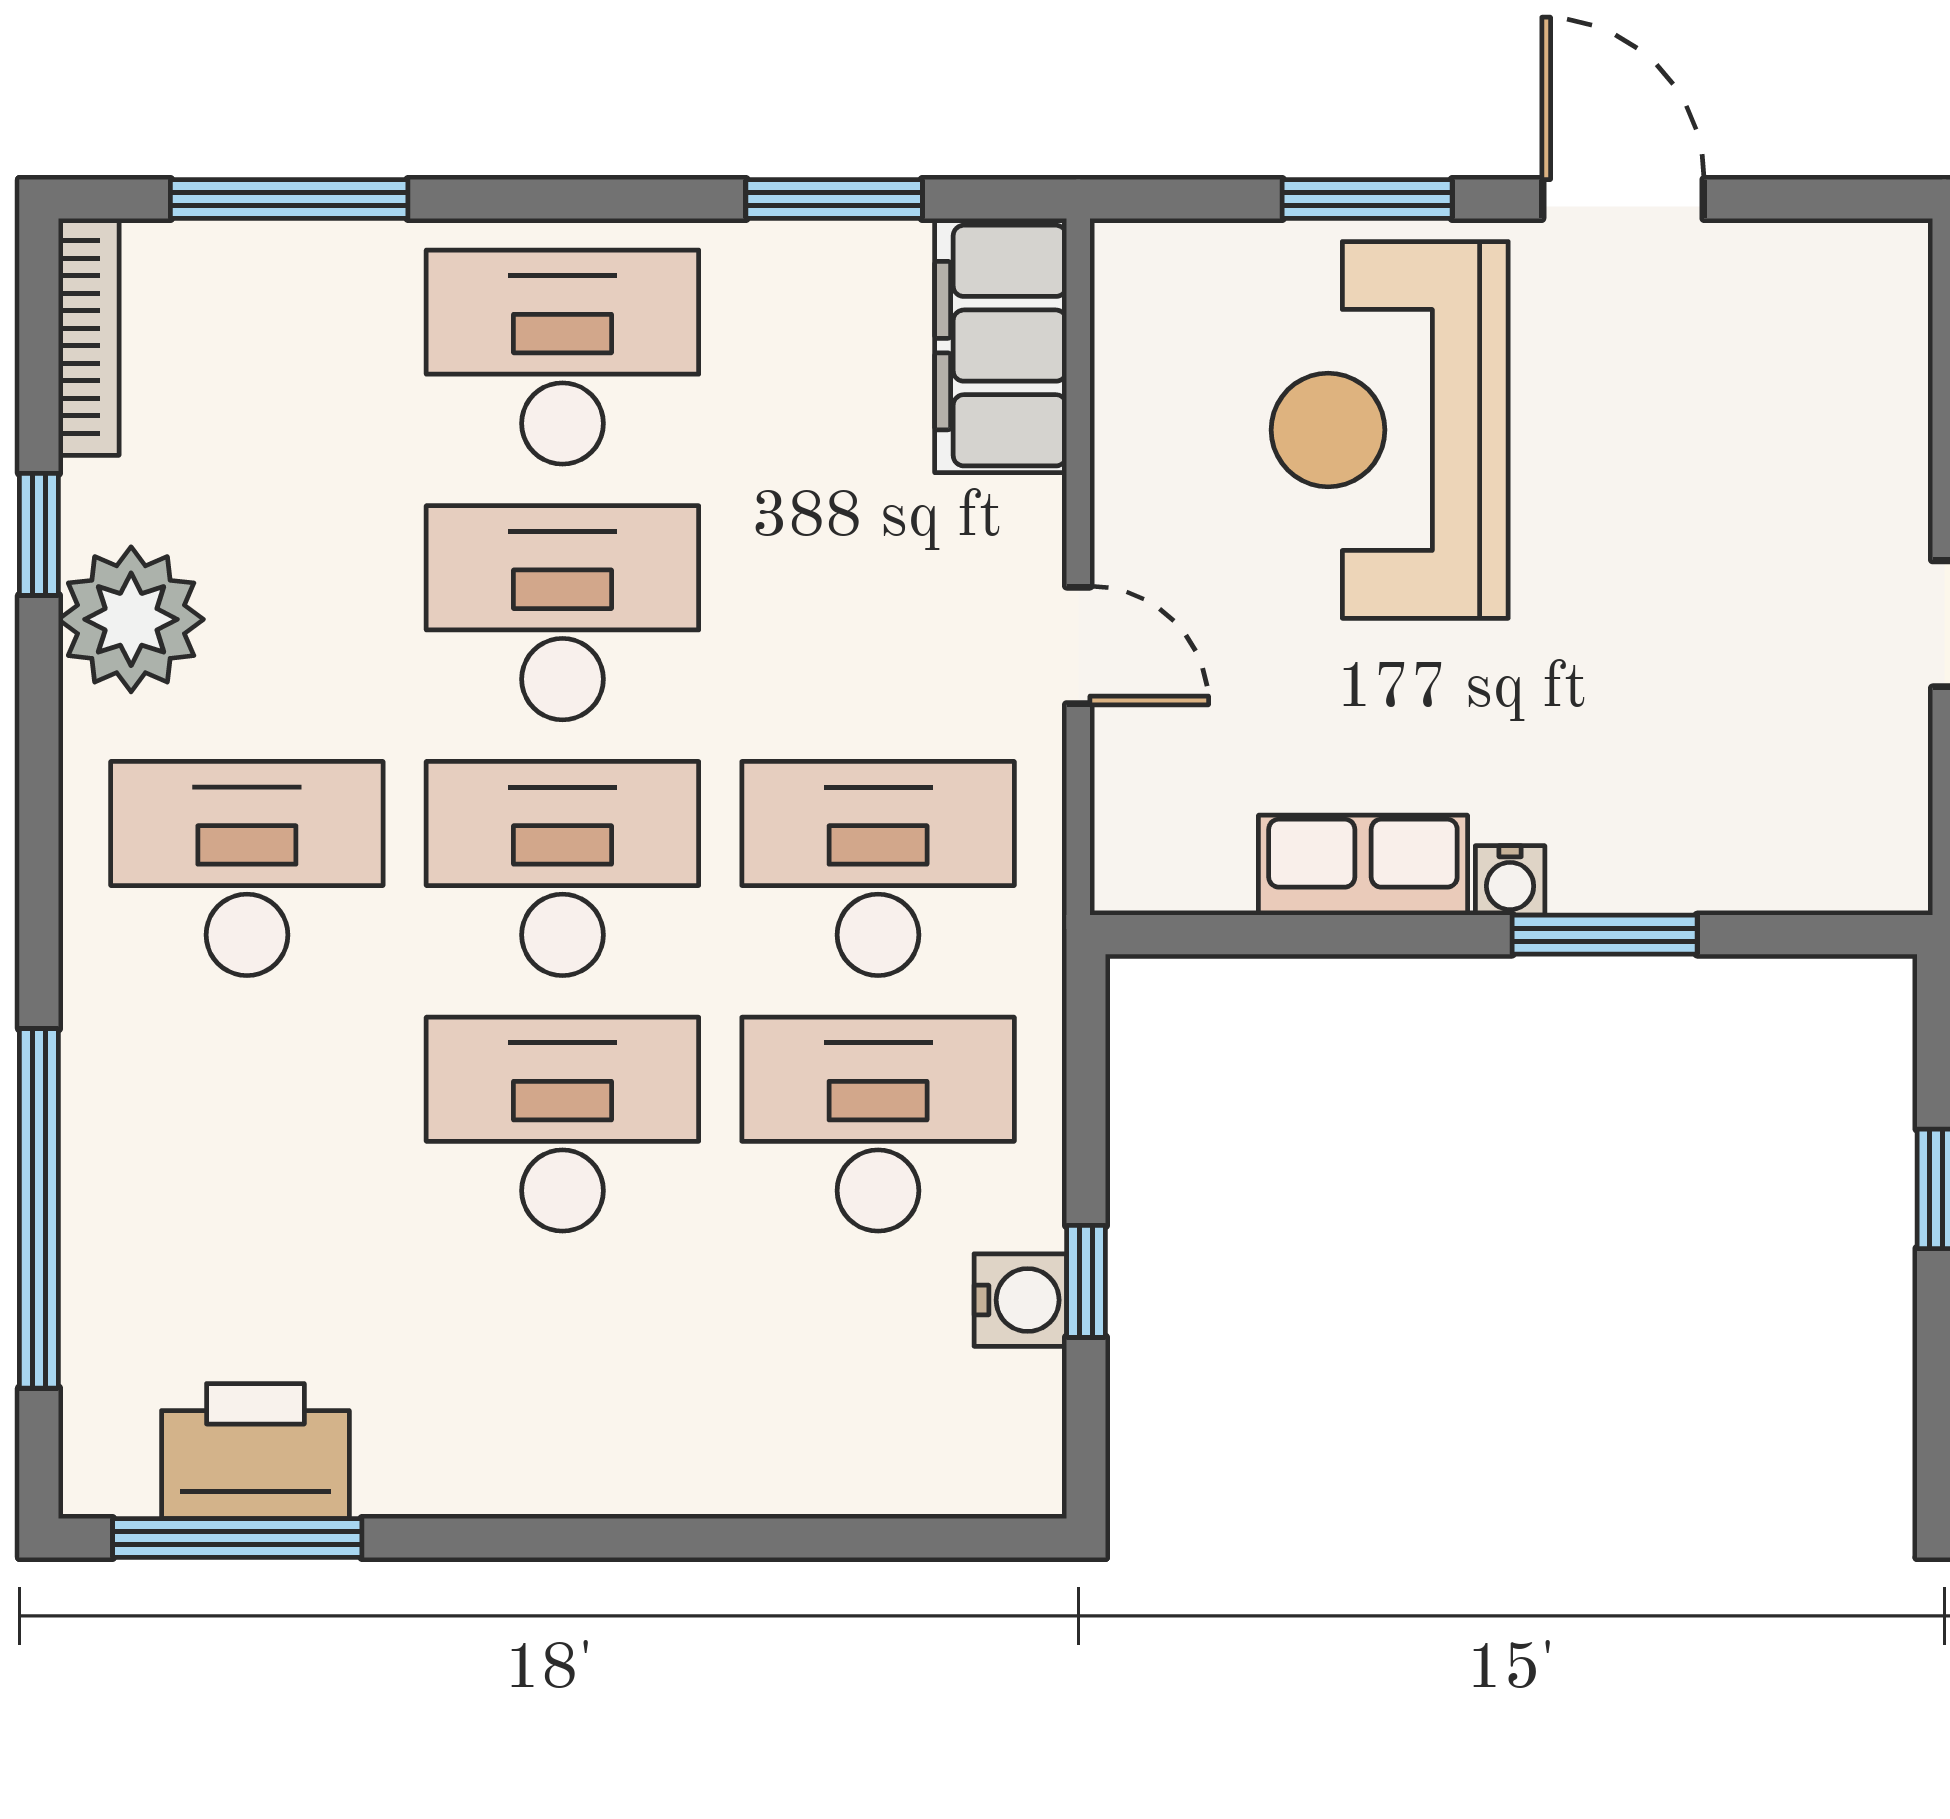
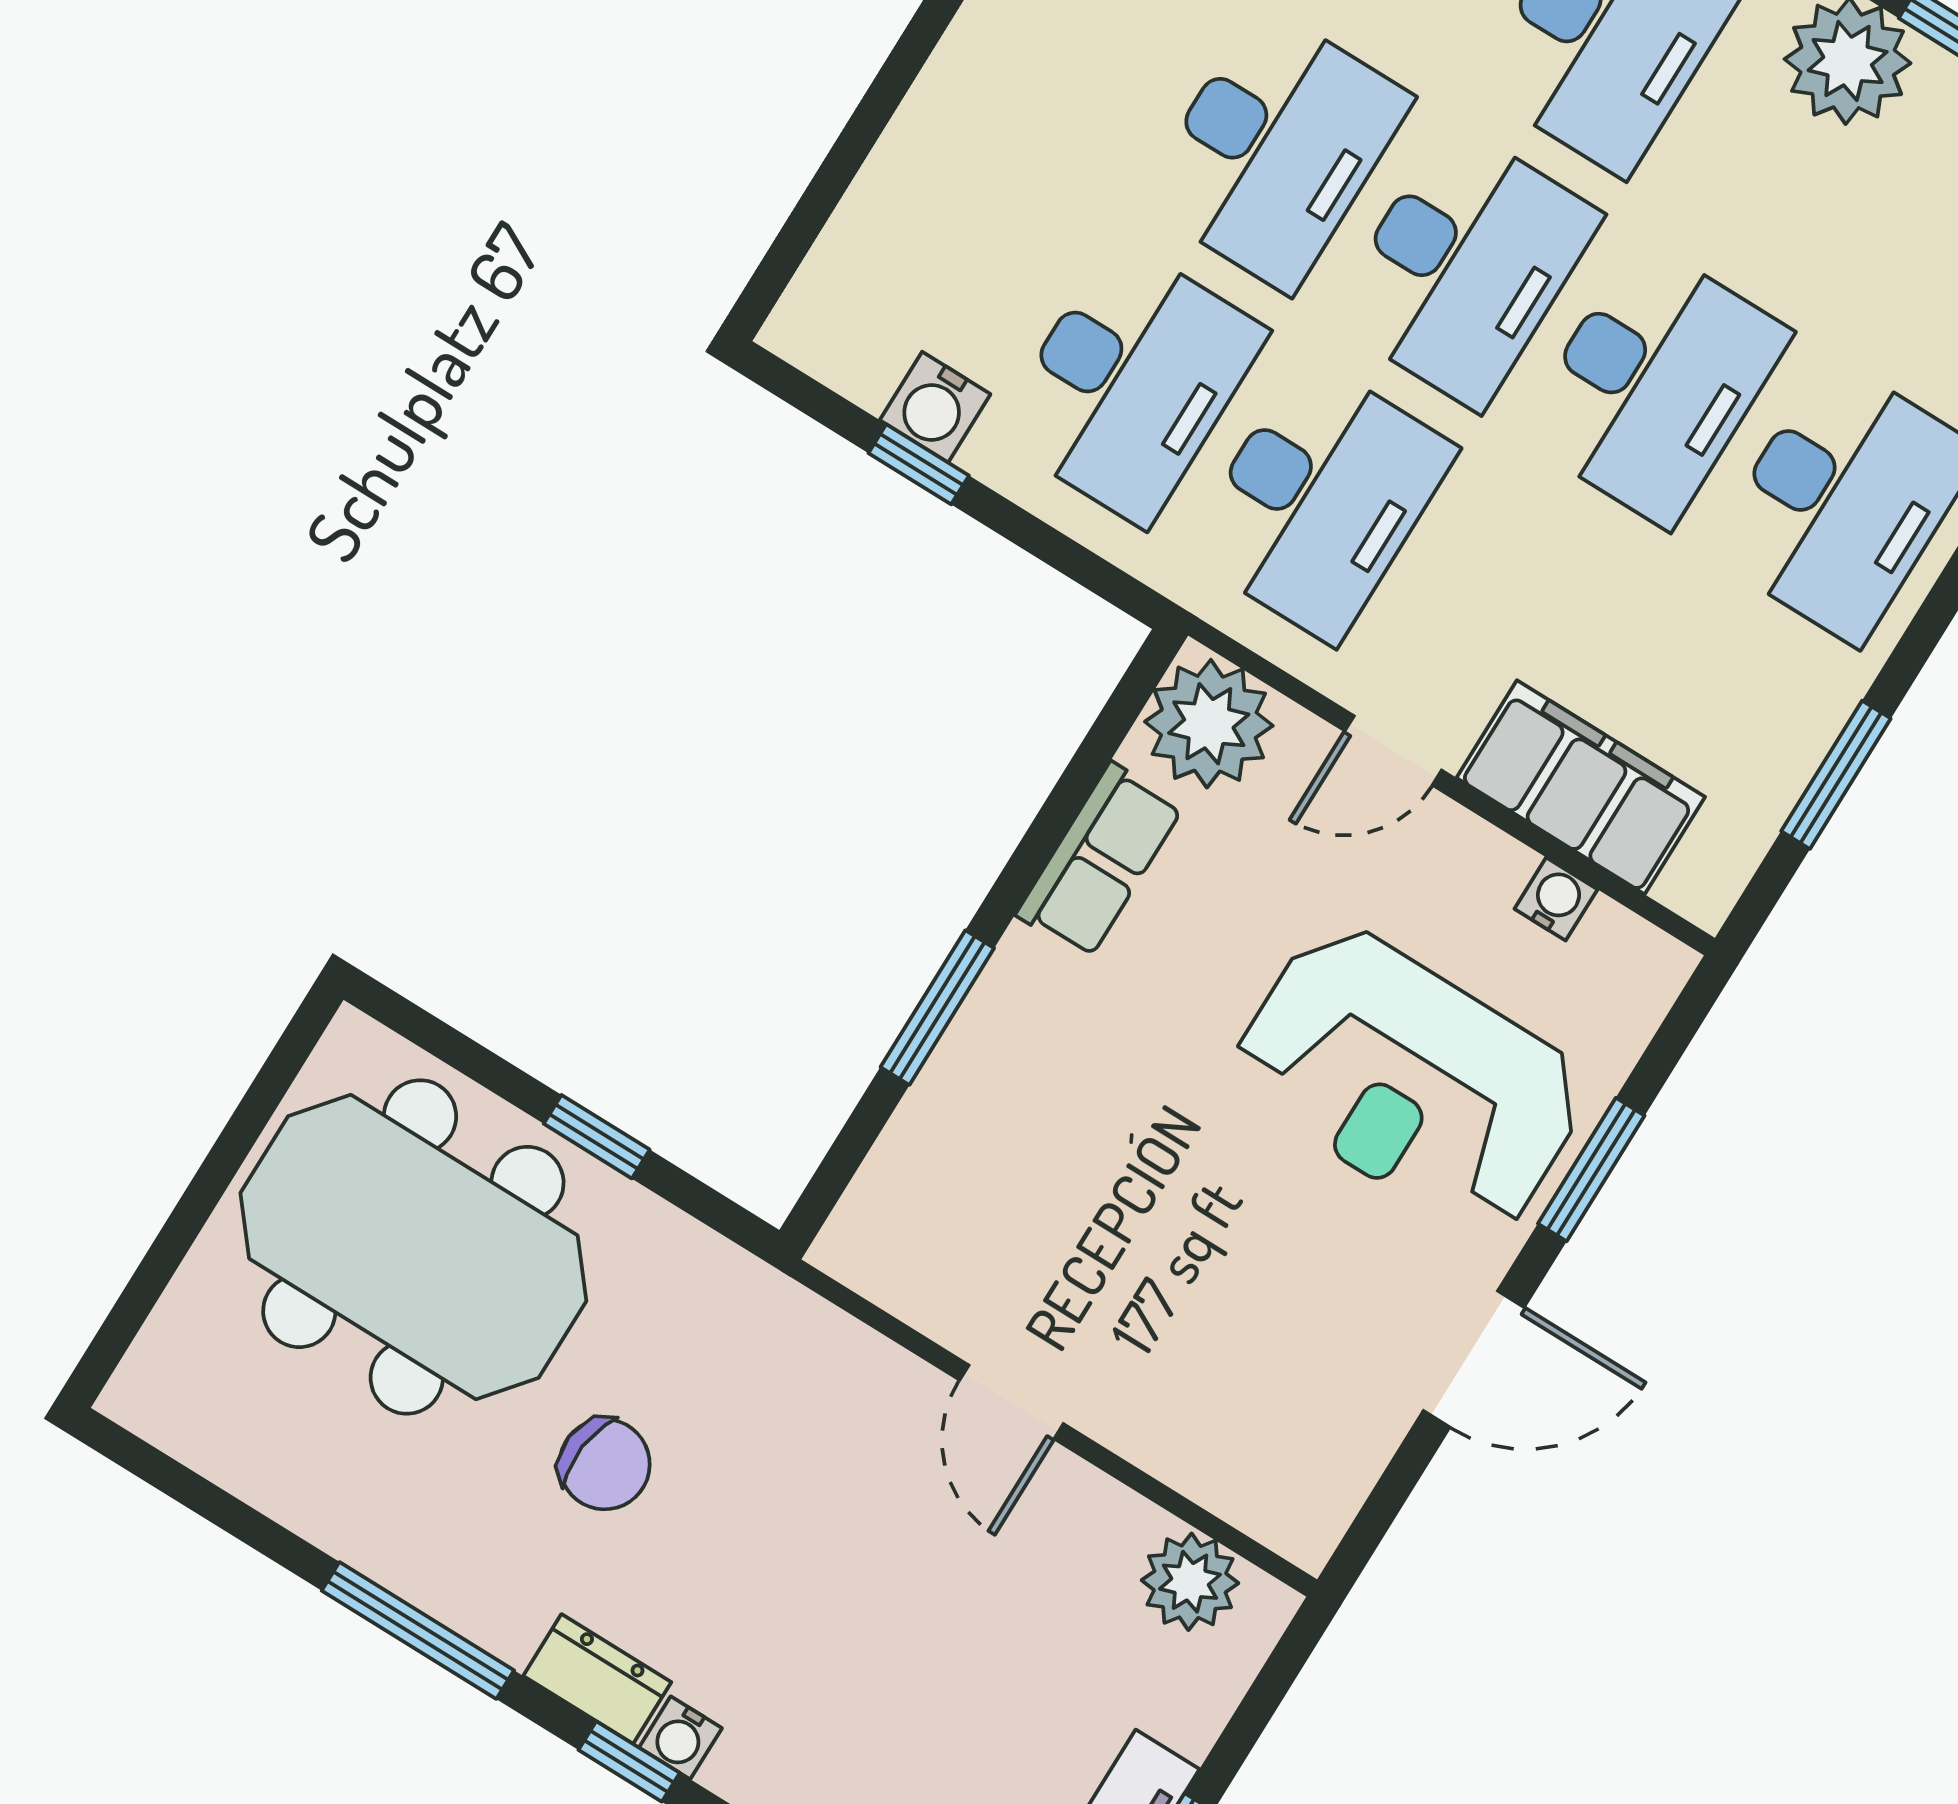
filing cabinet: (1001, 346) -> (1581, 787), moved
reception desk: (1390, 430) -> (1410, 1080), turned 180
plant: (1164, 842) -> (1209, 724), added
water cooler: (1510, 880) -> (1556, 899), moved, turned 90

